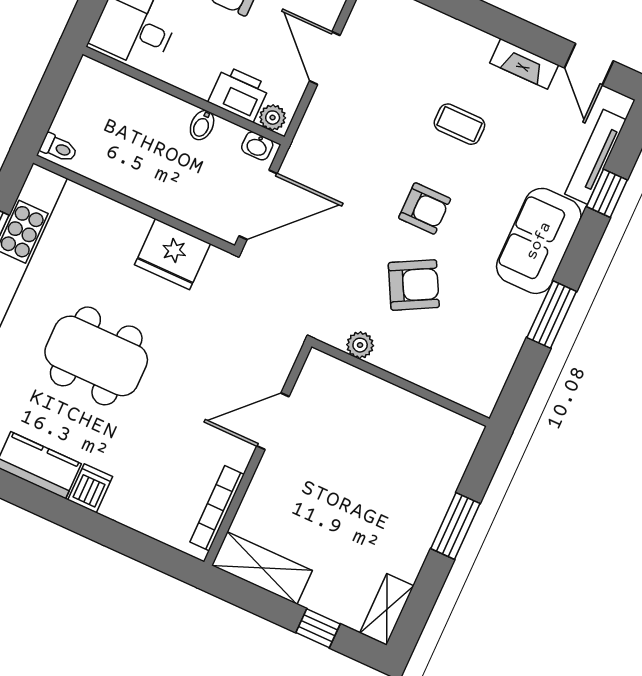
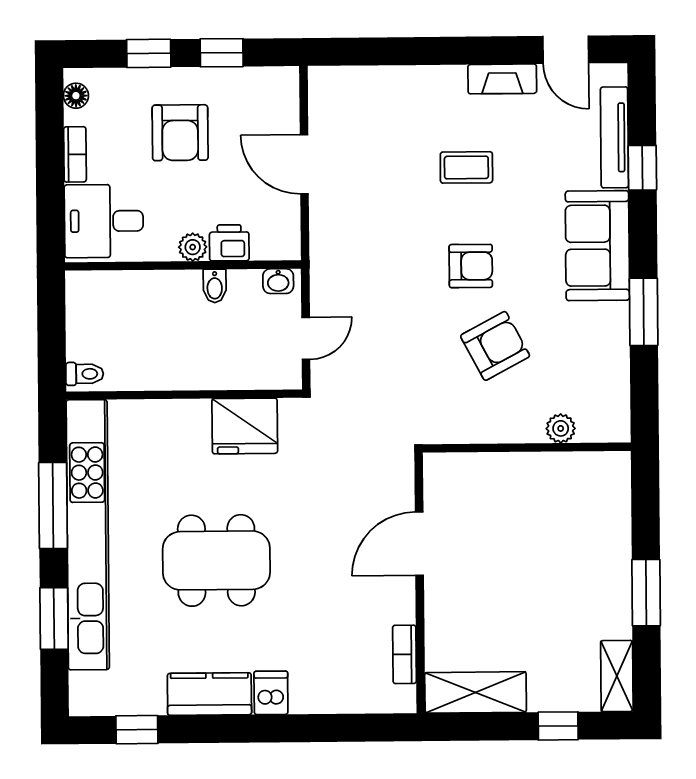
printer: (239, 94) -> (229, 243), width x0.73, depth x0.81
plant: (273, 118) -> (193, 247), moved
door: (258, 205) -> (306, 338), width x0.53
plant: (360, 345) -> (561, 428), moved
bookcase: (217, 508) -> (404, 654), width x0.64
window: (455, 526) -> (646, 593), moved

